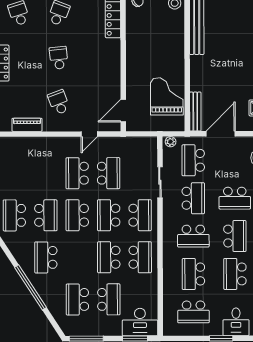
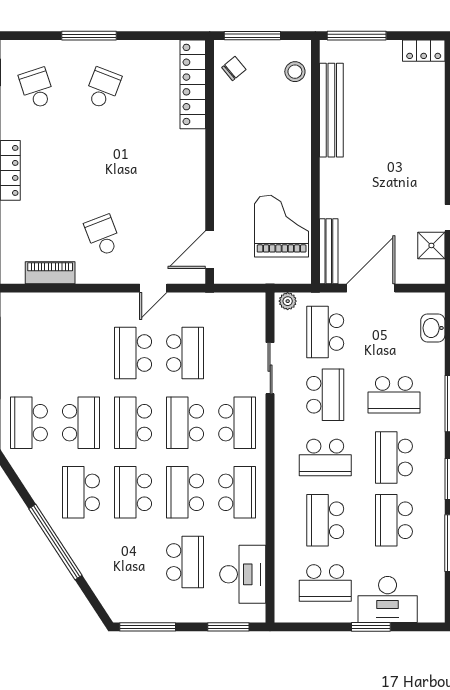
school desk: (59, 58) -> (103, 162), removed
school desk: (235, 236) -> (394, 458), turned 180
school desk: (77, 299) -> (133, 492), moved
desk: (140, 322) -> (243, 574), moved, turned -90
desk: (236, 322) -> (388, 599), width x1.37

